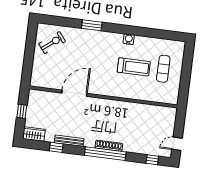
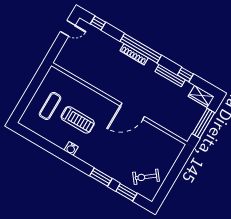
window: (64, 22) -> (126, 192), added
treadmill: (134, 67) -> (78, 120), turned 180
door: (74, 93) -> (132, 111), moved
window: (22, 111) -> (203, 123), width x2.17

